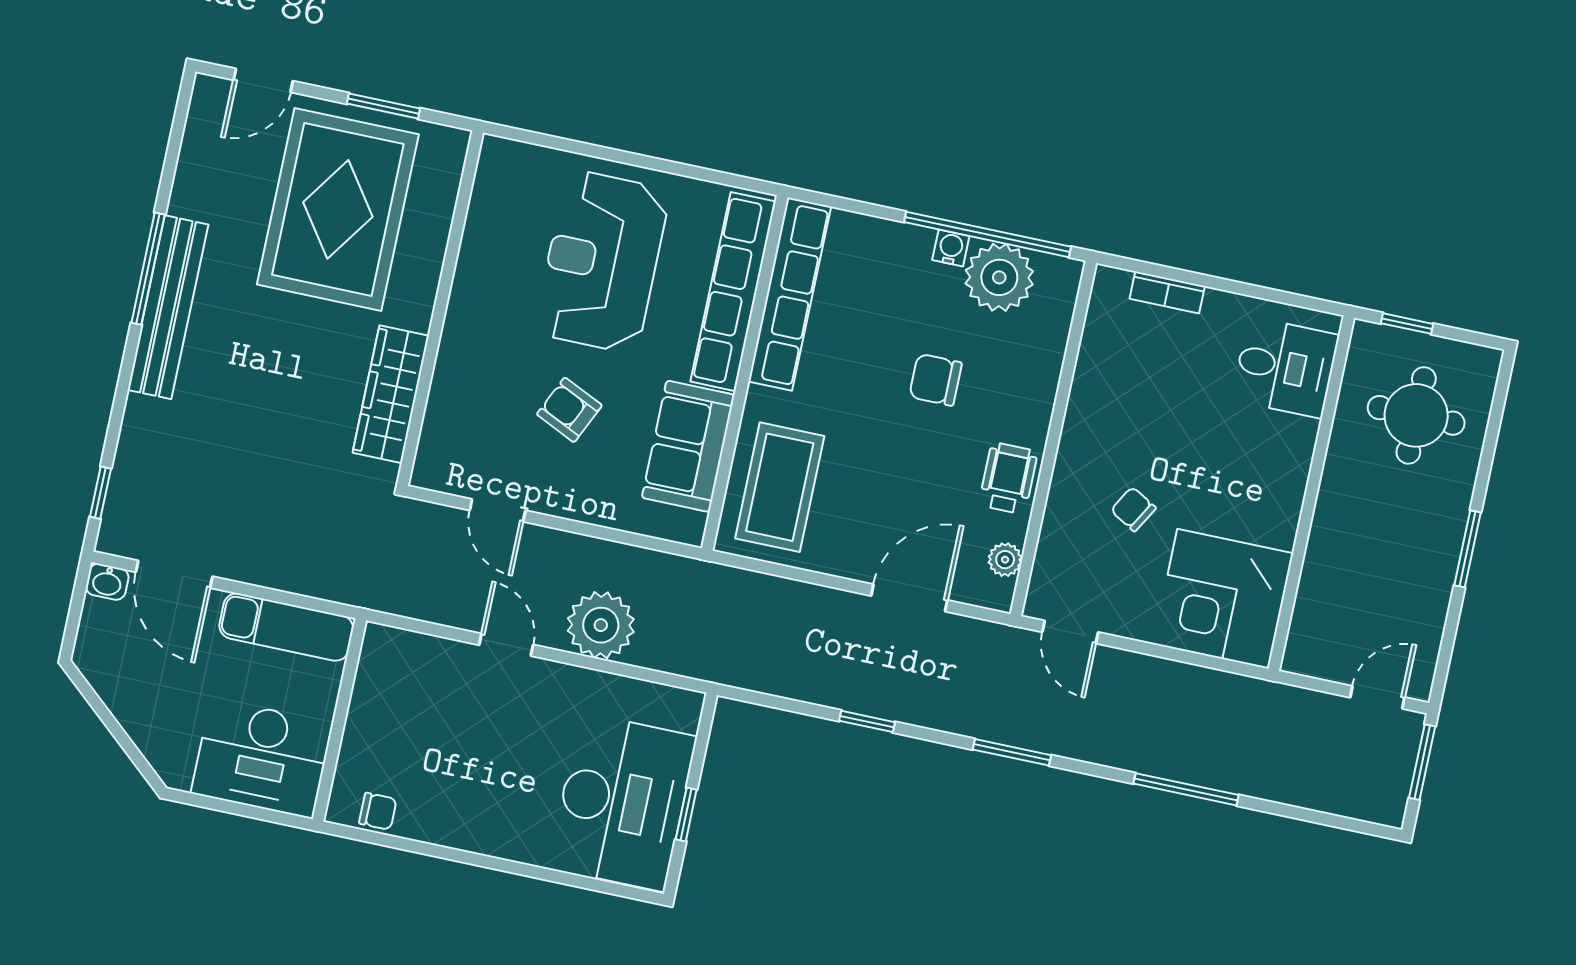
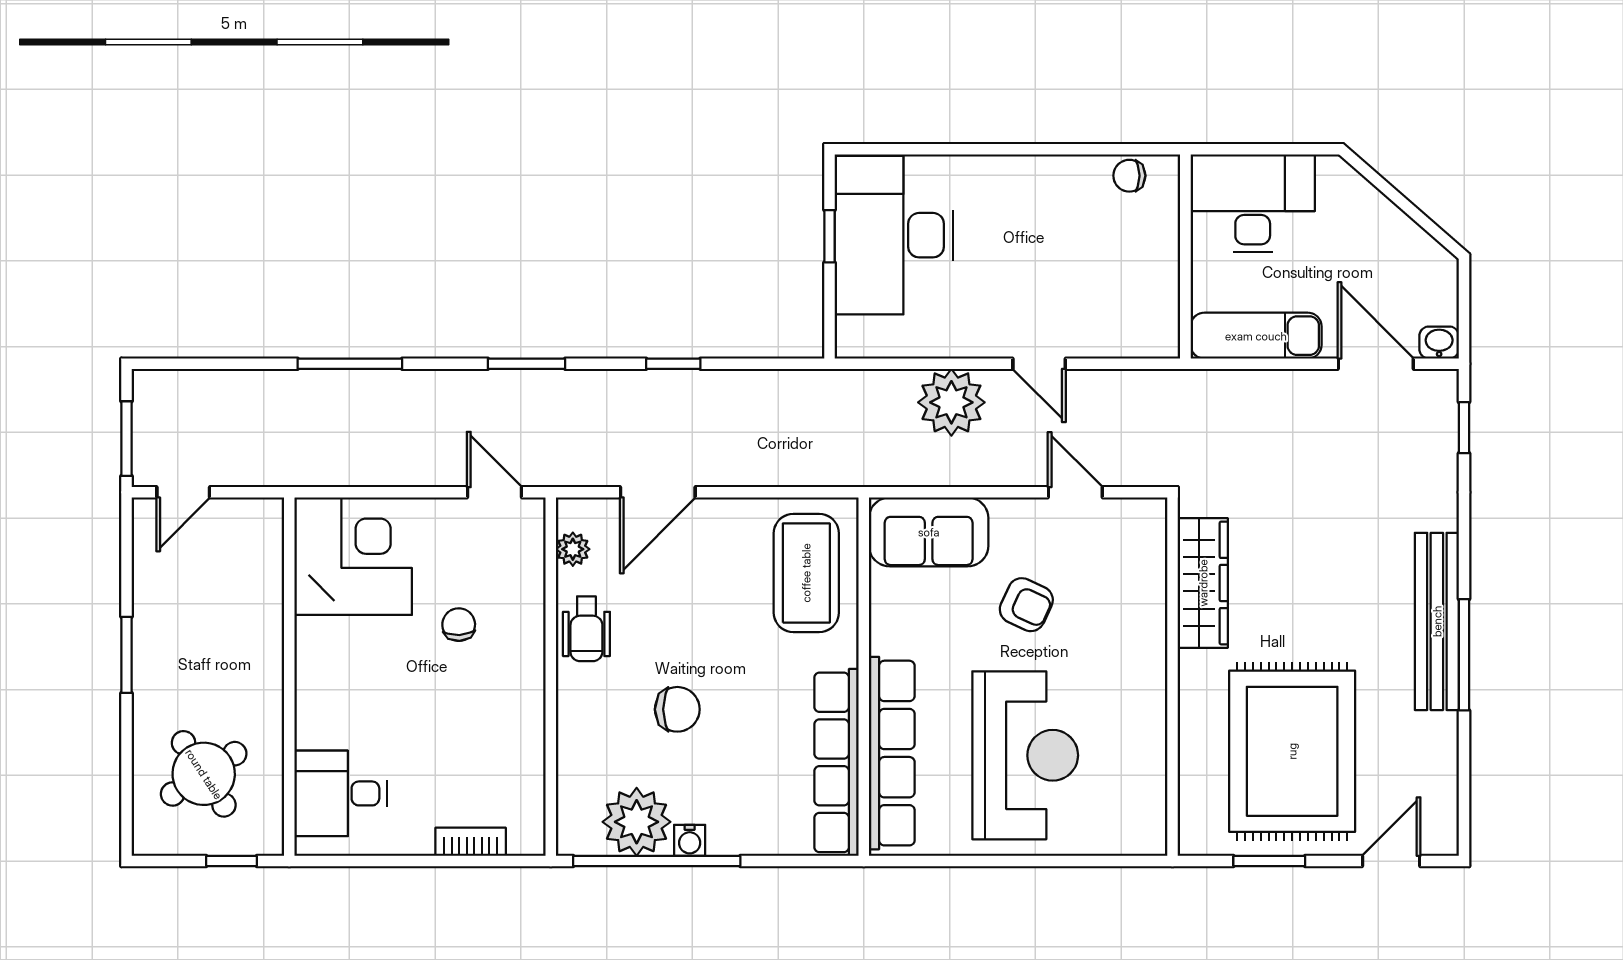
round table: (1416, 415) -> (204, 774), turned -33
sofa: (688, 446) -> (929, 532), moved, turned 90
chair: (1133, 509) -> (459, 625), turned -123

